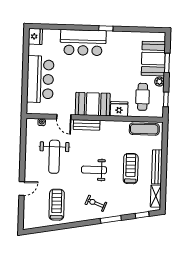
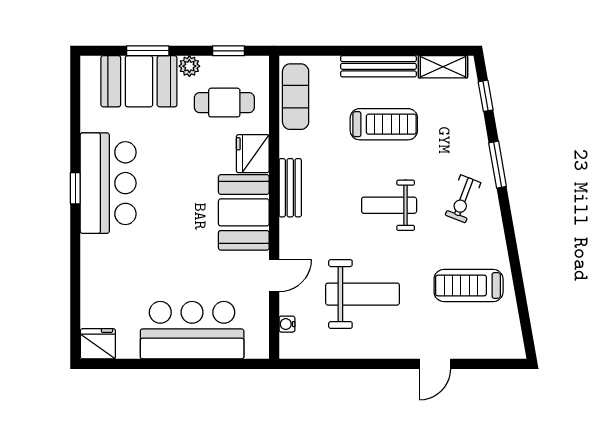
bar counter: (83, 43) -> (108, 183), moved
bench: (87, 125) -> (290, 188), moved
treadmill: (131, 169) -> (384, 124), turned 180
weight bench: (94, 170) -> (389, 205), turned 90
door: (22, 188) -> (435, 364), swing flipped

